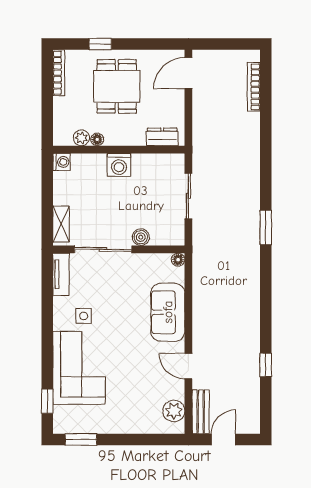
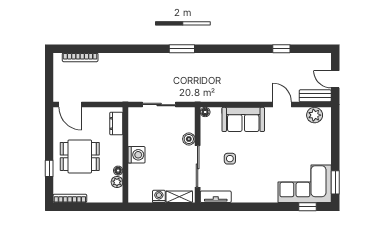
washing machine: (62, 162) -> (159, 196), moved
side table: (84, 316) -> (230, 159), moved
door: (188, 366) -> (282, 105), swing flipped
corner sofa: (79, 368) -> (305, 184), moved

